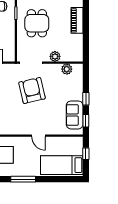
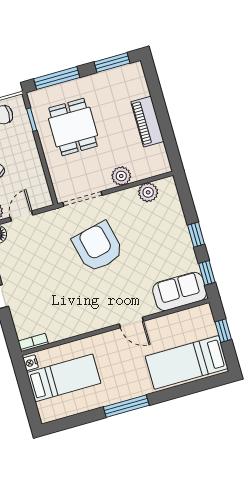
piano: (77, 20) -> (147, 122), moved
sofa: (75, 115) -> (180, 291), moved, turned 90

